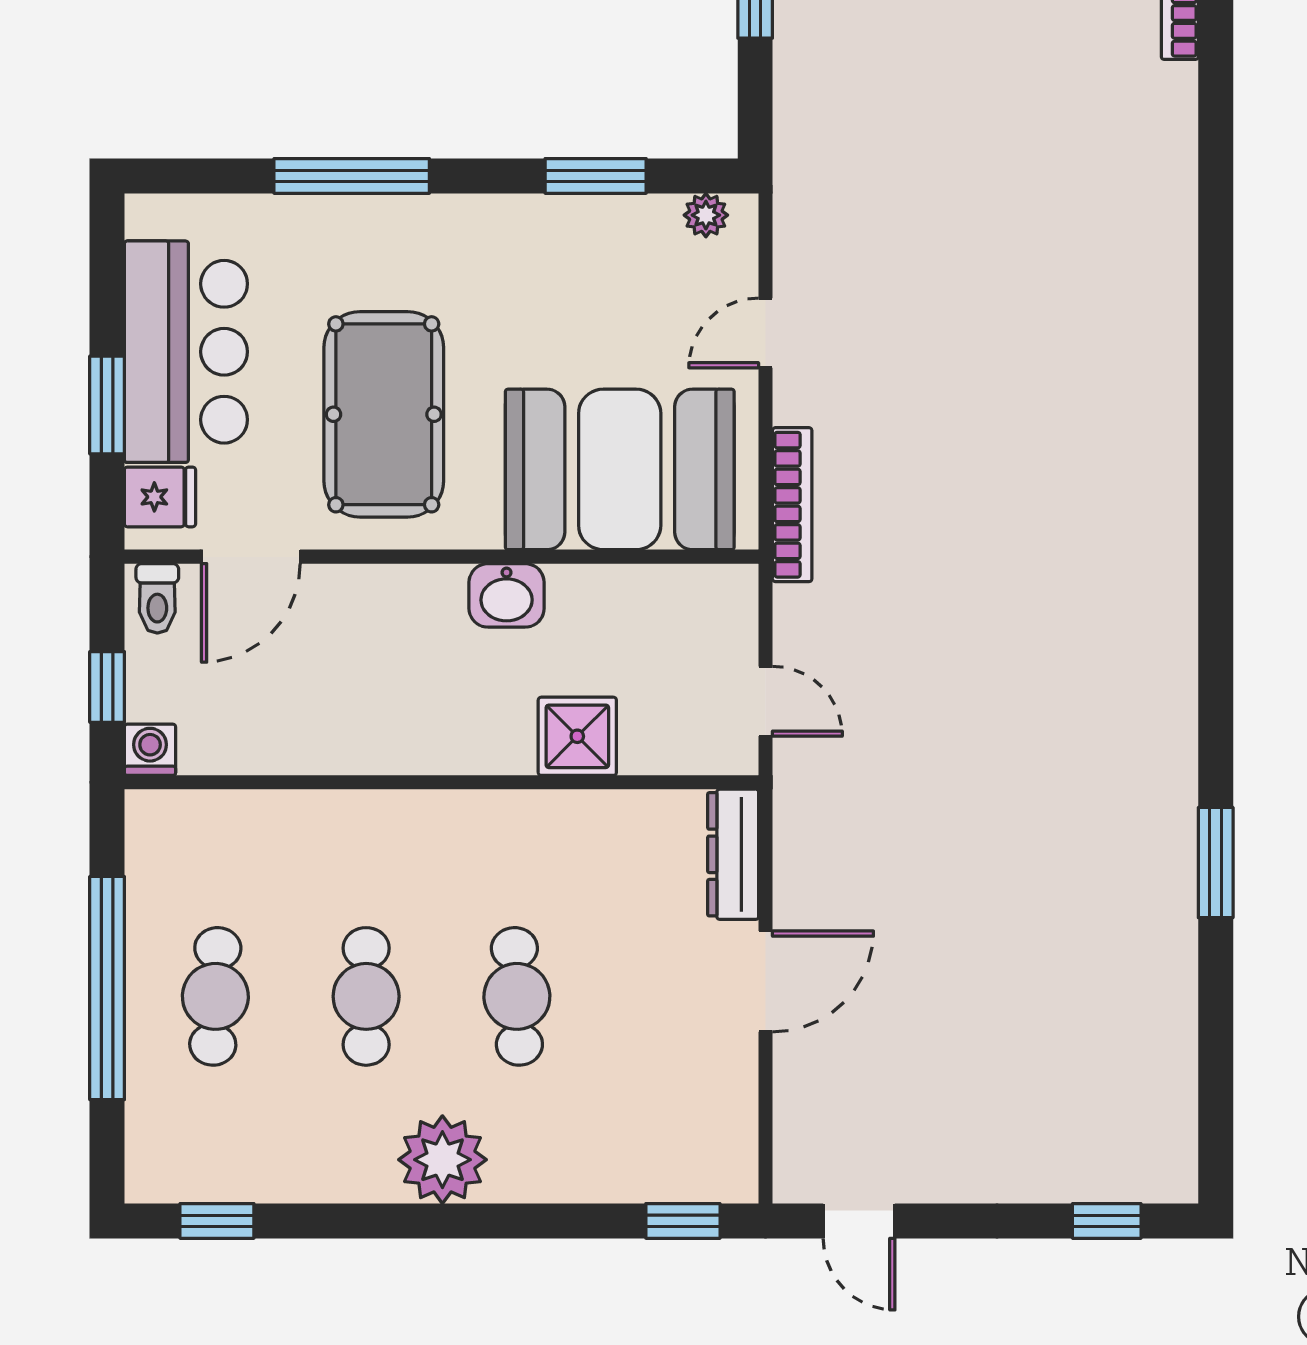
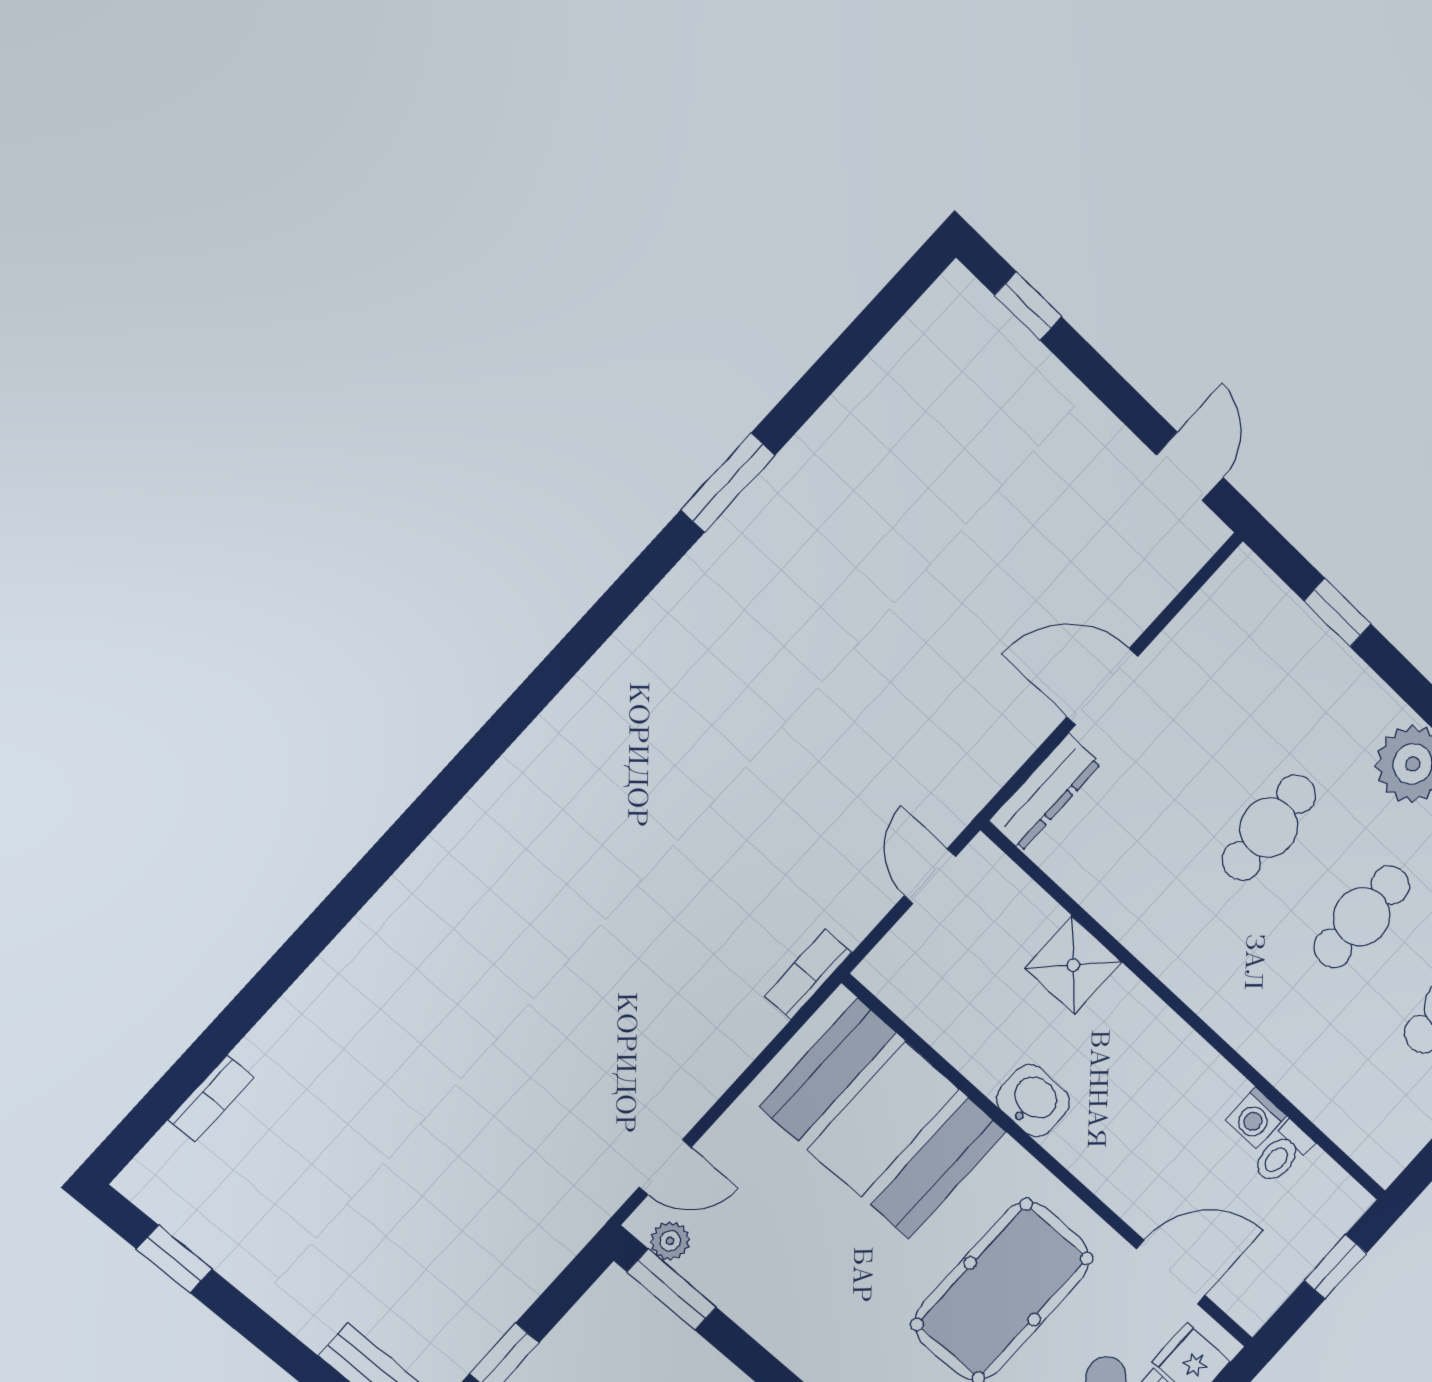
window: (596, 176) -> (672, 1290), moved
door: (766, 333) -> (665, 1167), moved
bookcase: (792, 505) -> (808, 975), width x0.64
toilet: (157, 598) -> (1282, 1153), moved, turned 180
washing machine: (150, 750) -> (1256, 1118), moved
window: (683, 1221) -> (1337, 613), moved

